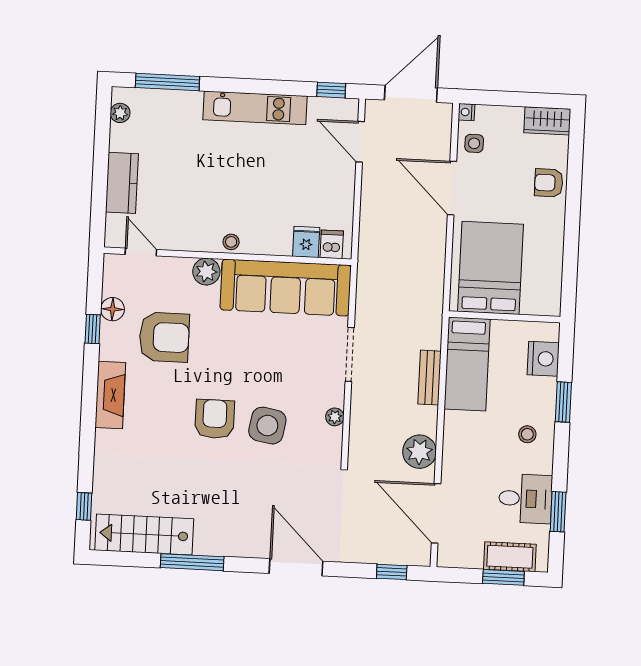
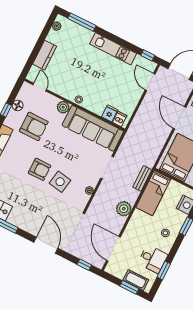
bench: (430, 378) -> (142, 178), moved
armchair: (215, 419) -> (40, 169), turned 90
plant: (419, 452) -> (124, 209), moved

